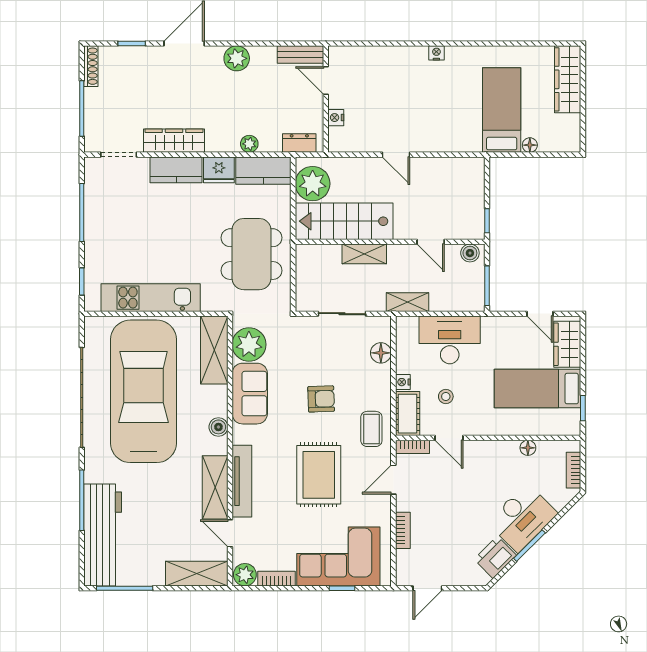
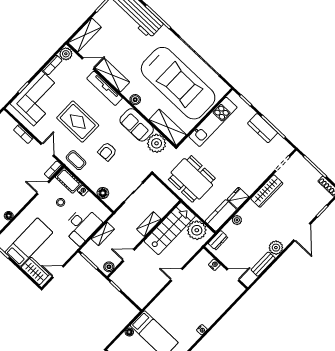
bench: (300, 55) -> (263, 264), moved
kitchen counter: (176, 170) -> (263, 128), moved, turned -90
shelving: (407, 302) -> (103, 234), moved

